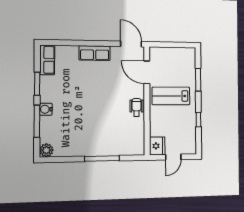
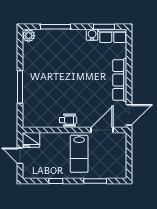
row of seats: (95, 53) -> (120, 80), width x1.48
window: (37, 84) -> (104, 27), moved
lab bench: (171, 96) -> (79, 154), turned 180
water cooler: (46, 109) -> (92, 35), moved

